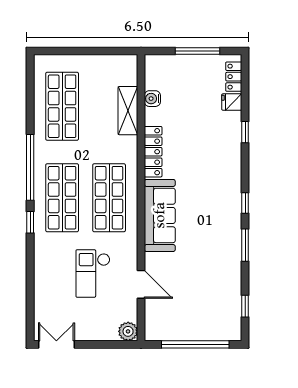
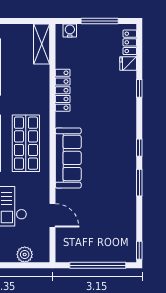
water cooler: (152, 99) -> (70, 30), moved, turned 90
shelving: (128, 111) -> (42, 44), moved
locker: (153, 152) -> (63, 90), moved
window: (245, 306) -> (139, 250), moved
plant: (128, 331) -> (25, 254), moved

